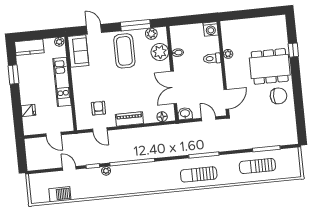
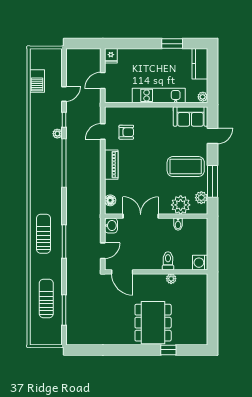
chair: (279, 96) -> (120, 329), removed
fridge: (28, 111) -> (111, 56), moved

